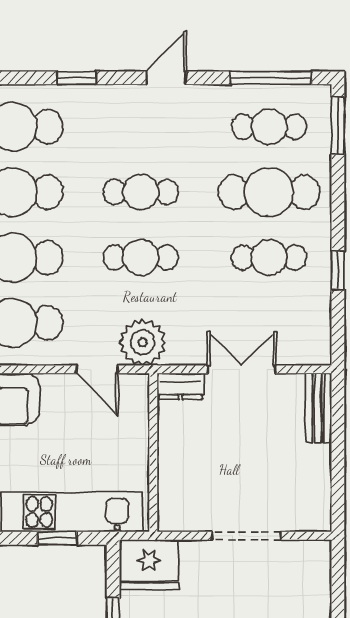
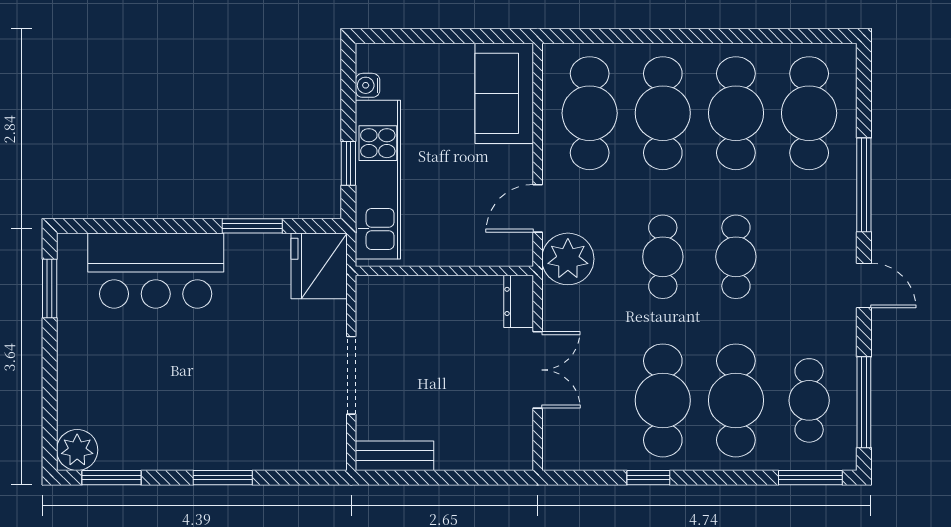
window: (76, 78) -> (864, 185), width x2.17
cafe table: (269, 257) -> (663, 400), width x1.37, depth x1.35
bench: (318, 408) -> (394, 456), moved

